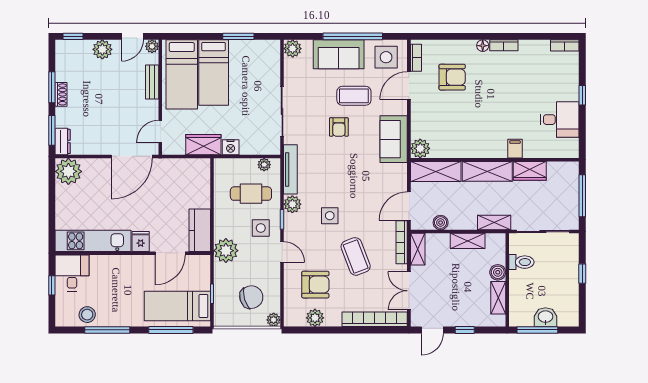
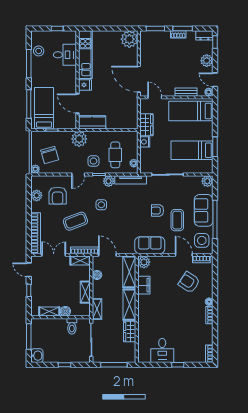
bed: (214, 73) -> (192, 150), moved
armchair: (452, 77) -> (189, 282), turned 123
dresser: (63, 141) -> (204, 35), moved
filing cabinet: (515, 149) -> (144, 285), moved, width x2.00
desk: (72, 273) -> (65, 55), moved
washbasin: (545, 317) -> (37, 356), moved

